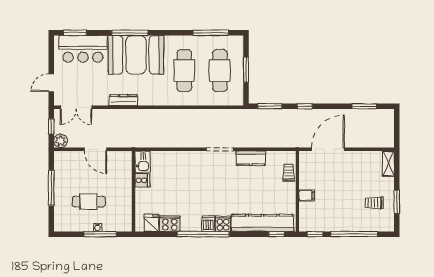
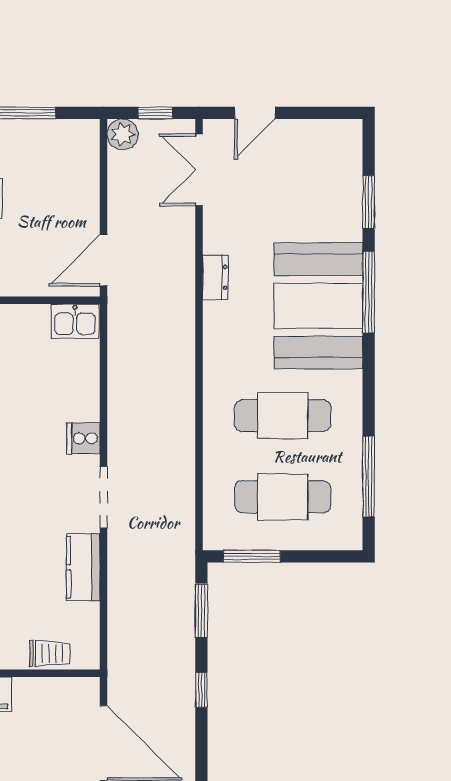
window: (75, 33) -> (369, 202), moved
bar counter: (83, 49) -> (332, 185), removed
window: (246, 70) -> (252, 556), moved
door: (51, 83) -> (255, 113), swing flipped
dresser: (124, 100) -> (215, 277), width x0.70
door: (95, 149) -> (104, 260), moved
cooker: (142, 180) -> (83, 438), moved, turned 90

